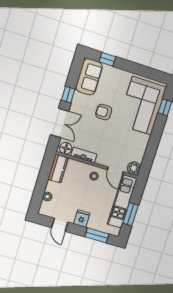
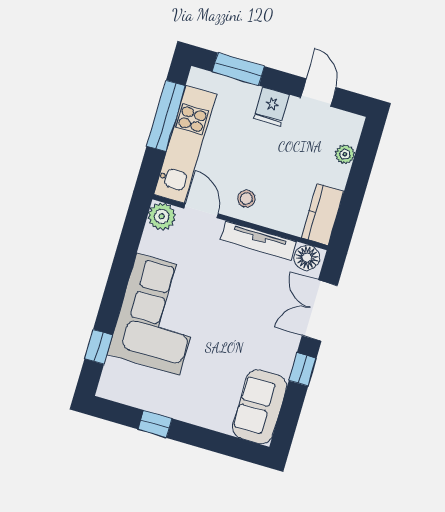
window: (107, 59) -> (155, 424), moved
corner sofa: (142, 106) -> (158, 314), moved
armchair: (104, 112) -> (228, 335), removed
tv unit: (84, 155) -> (258, 241), width x1.41
window: (131, 214) -> (166, 116), width x1.44

